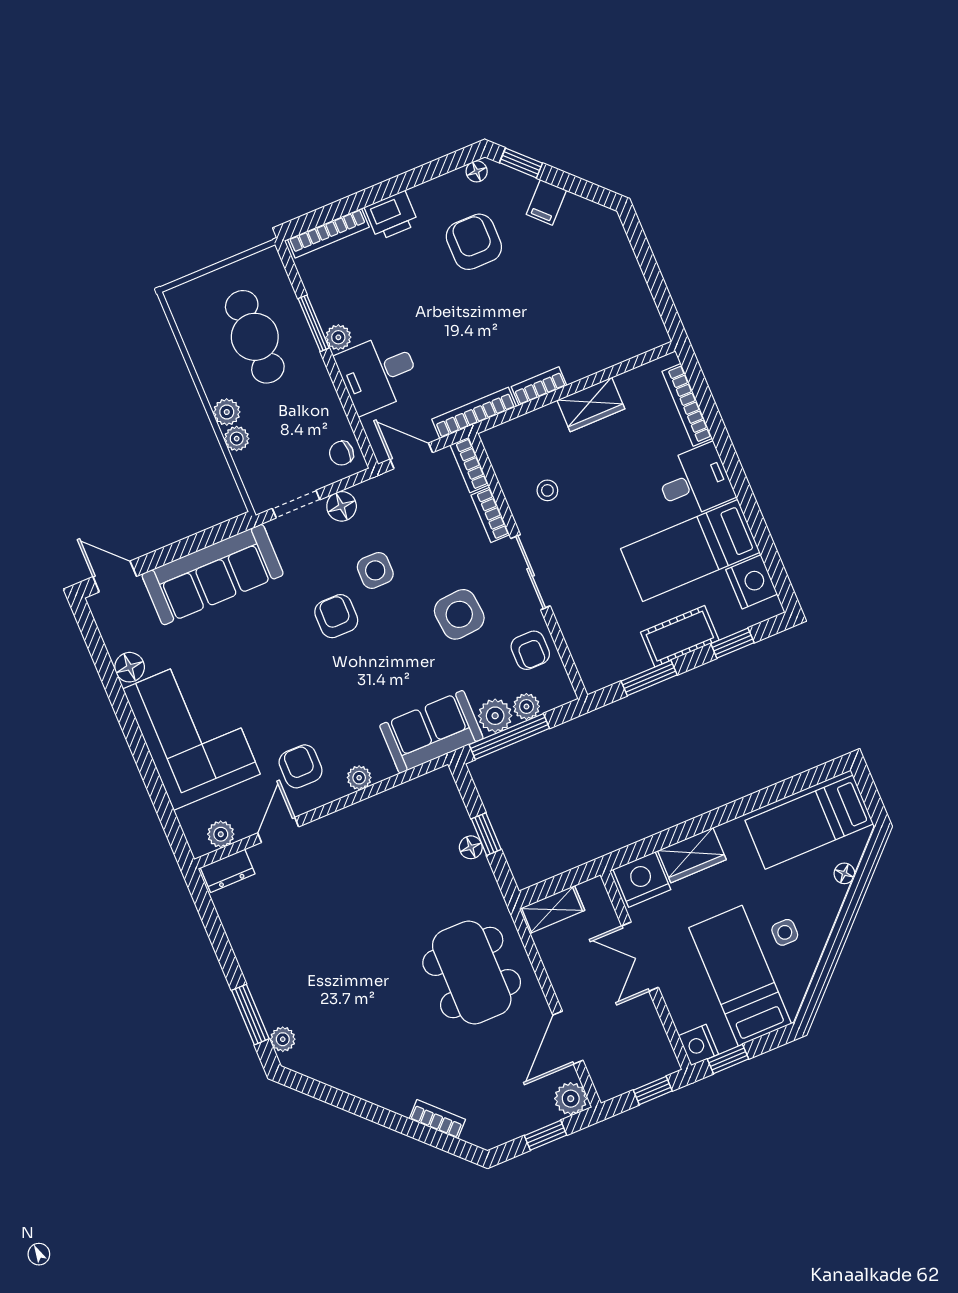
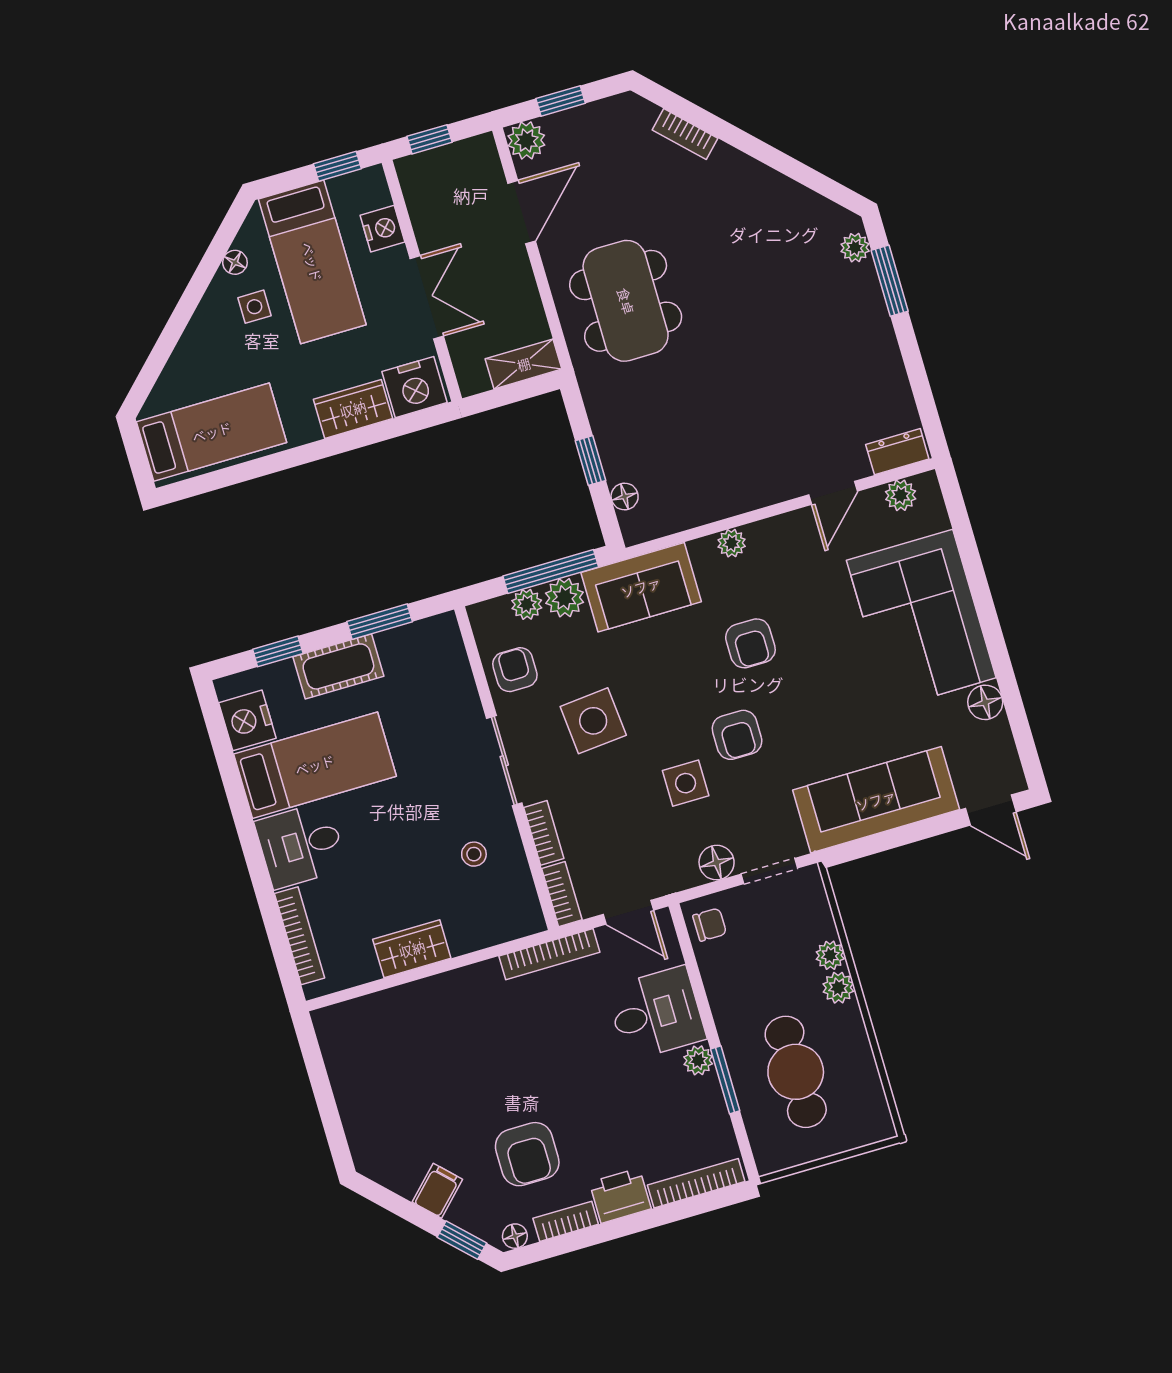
bookcase: (539, 386) -> (566, 1221), moved, turned 180
armchair: (301, 766) -> (750, 643), moved
floor lamp: (471, 847) -> (625, 497), moved
floor lamp: (844, 873) -> (235, 262), moved
nightstand: (699, 1045) -> (382, 229), moved

